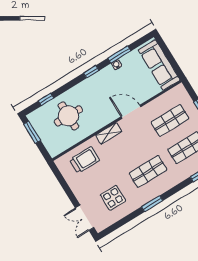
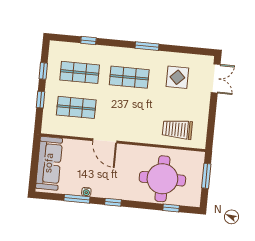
round table: (68, 116) -> (162, 179), width x1.36, depth x1.36
window: (32, 132) -> (206, 176), moved
shelving: (109, 133) -> (139, 137), removed

